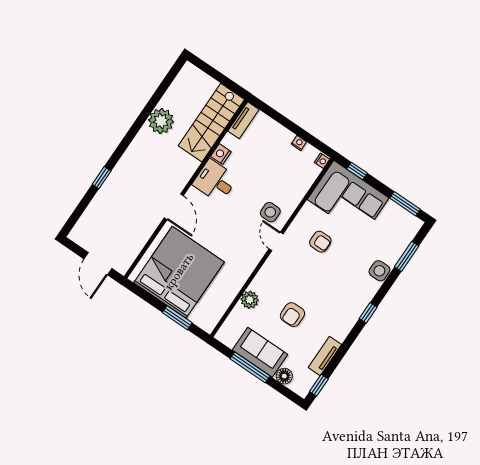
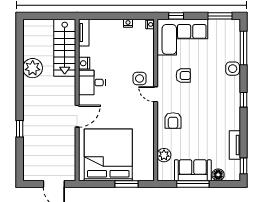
door: (174, 207) -> (77, 116), hinge flipped
window: (407, 256) -> (243, 48), width x1.44
plant: (250, 300) -> (164, 155), moved
armchair: (292, 315) -> (173, 121), moved

